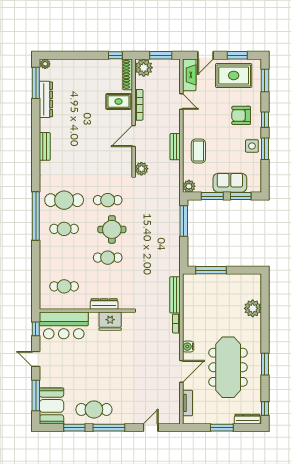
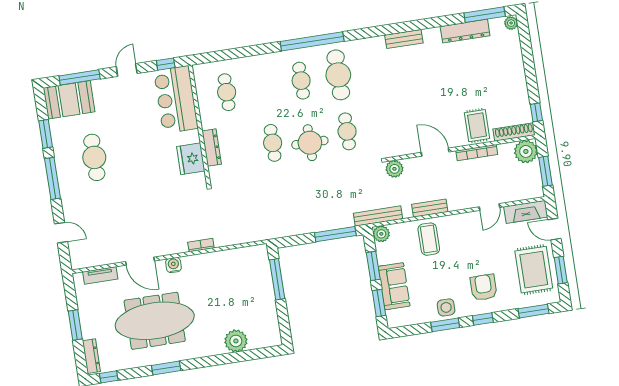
coffee table: (198, 151) -> (429, 239), turned 90
bench: (175, 295) -> (378, 216), moved
cafe table: (94, 409) -> (94, 157), moved

